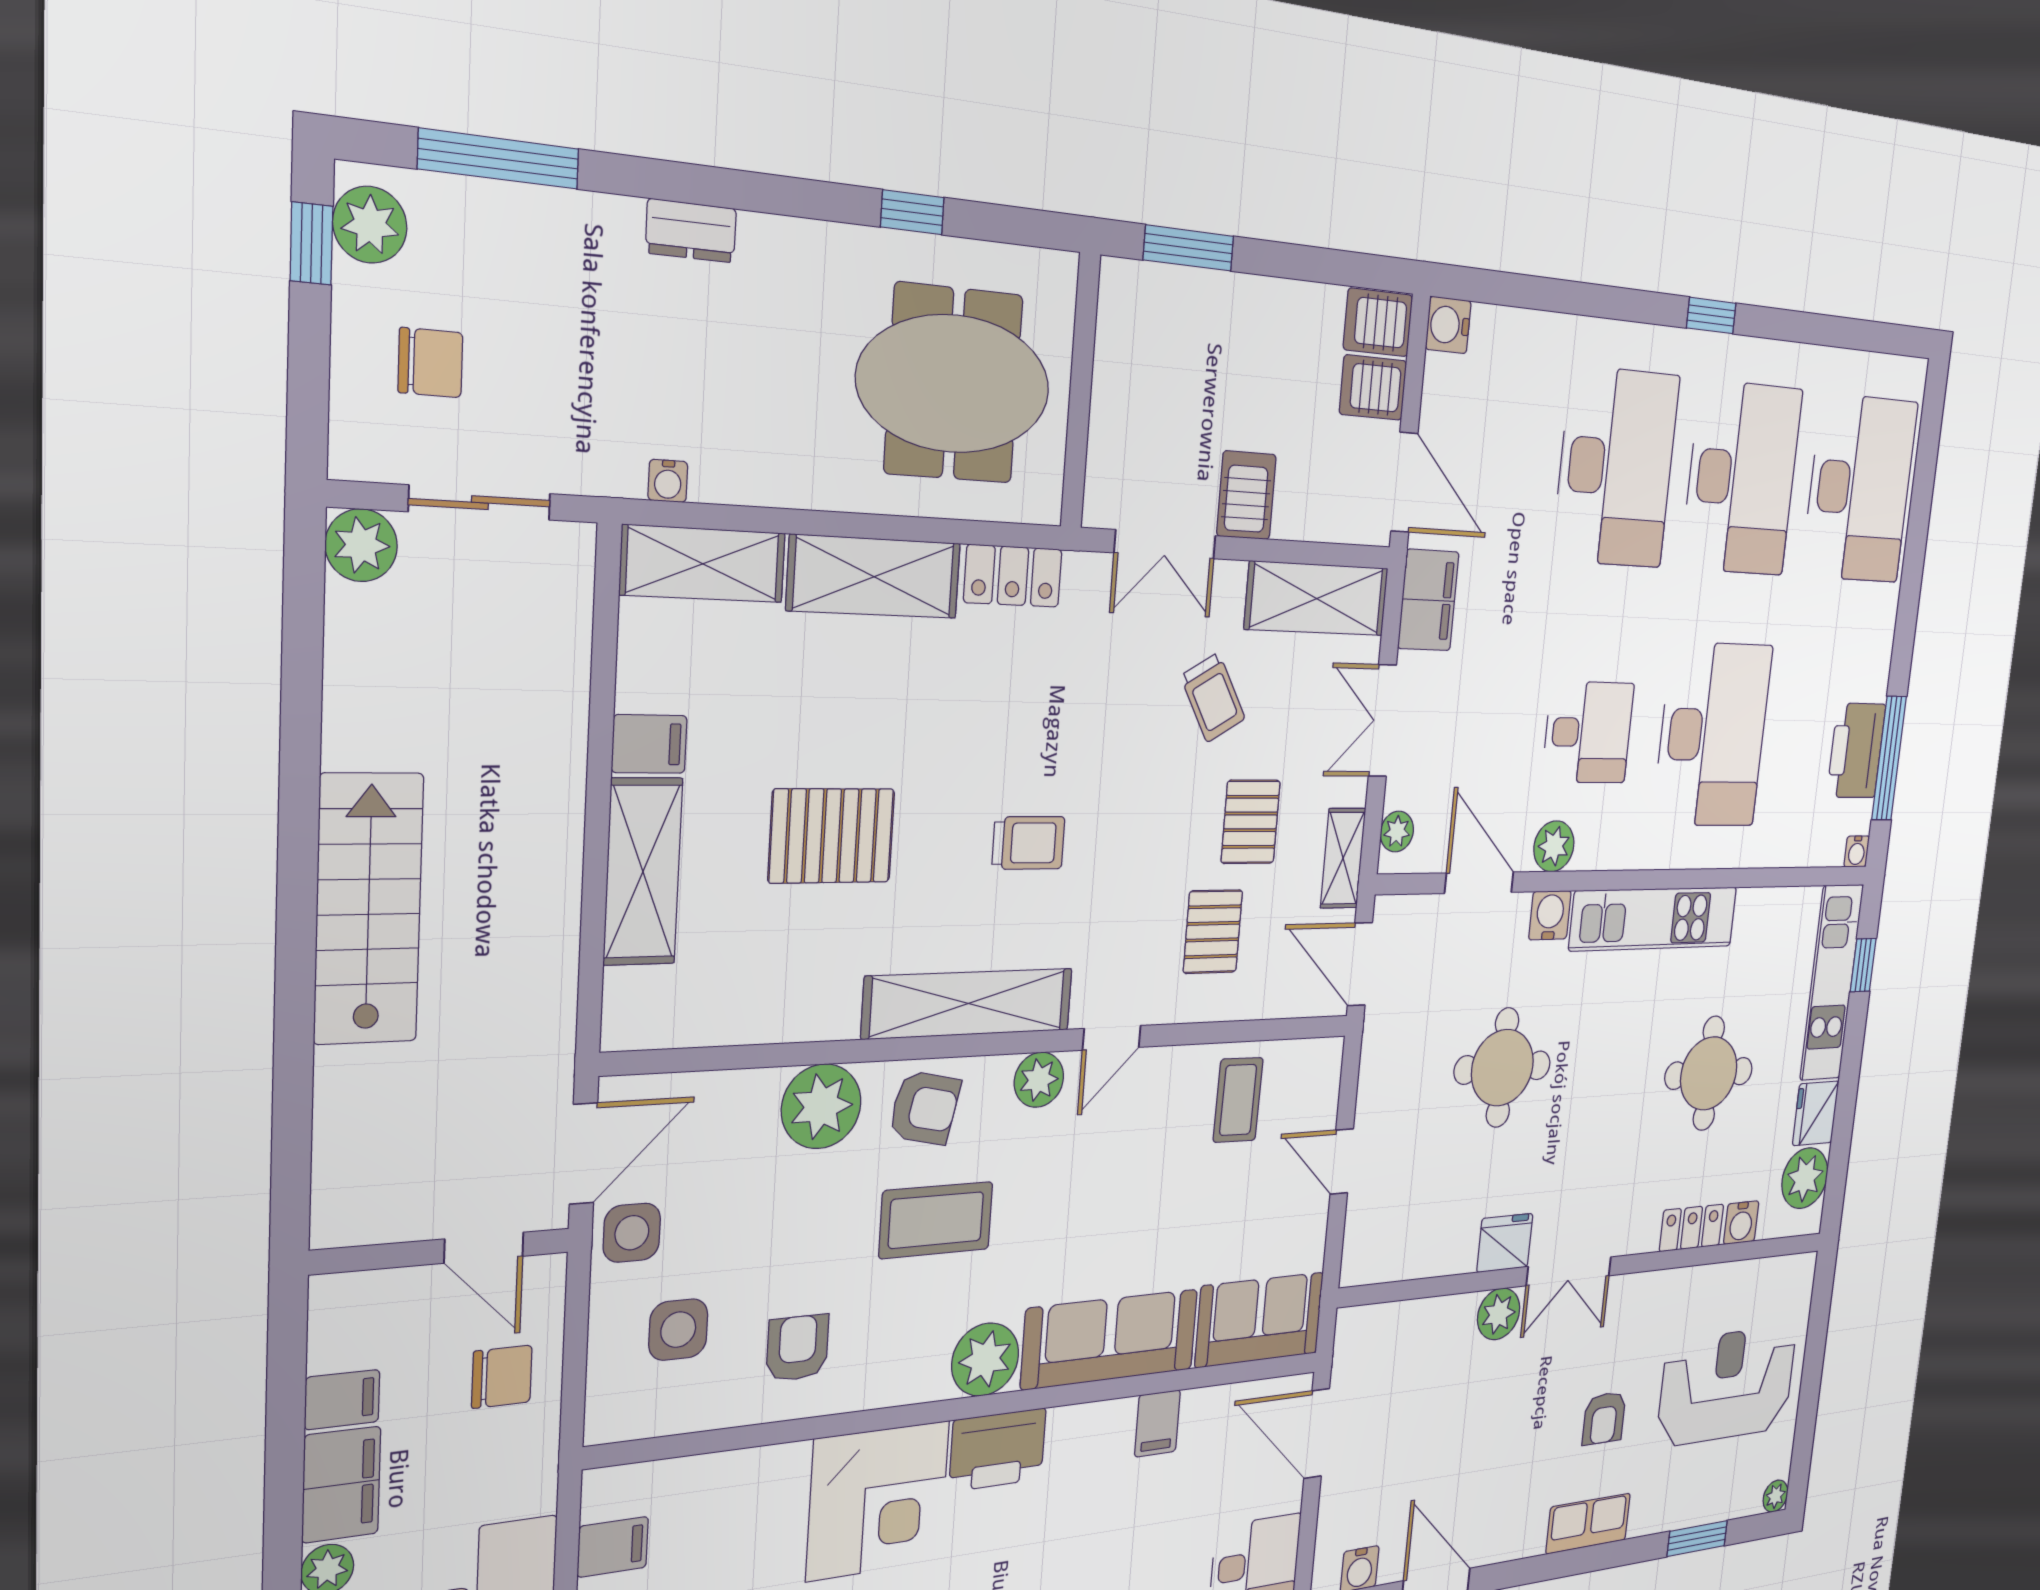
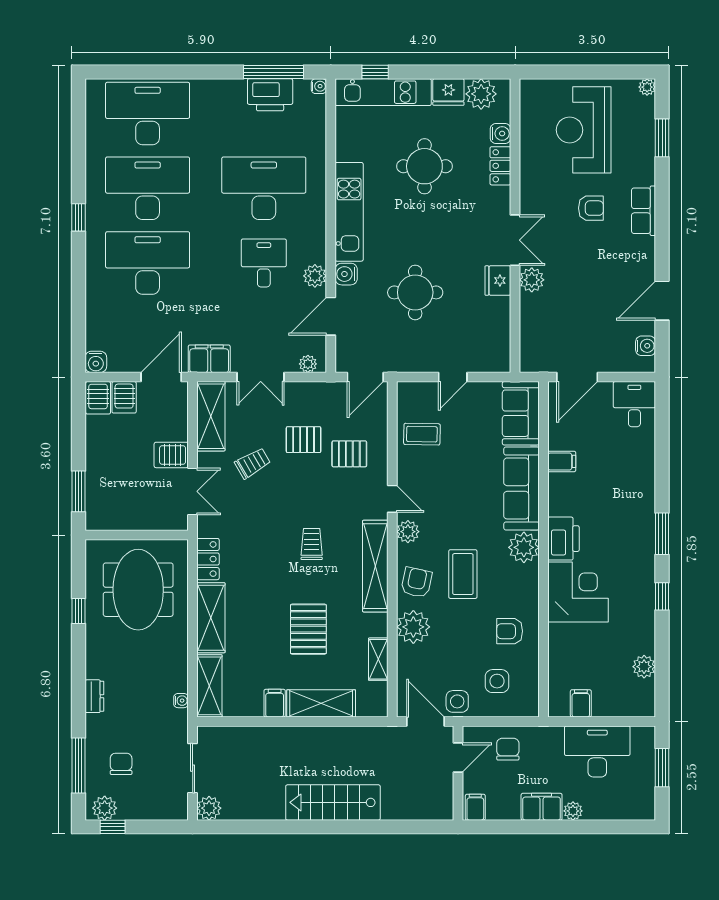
chair: (430, 363) -> (121, 764), moved
shelving: (1343, 858) -> (378, 659), moved, turned 90
filing cabinet: (342, 1400) -> (475, 807), moved

